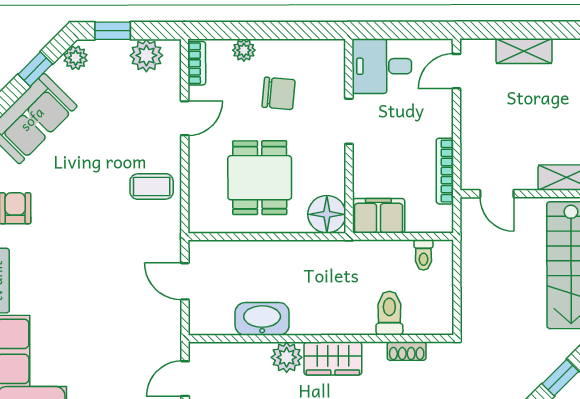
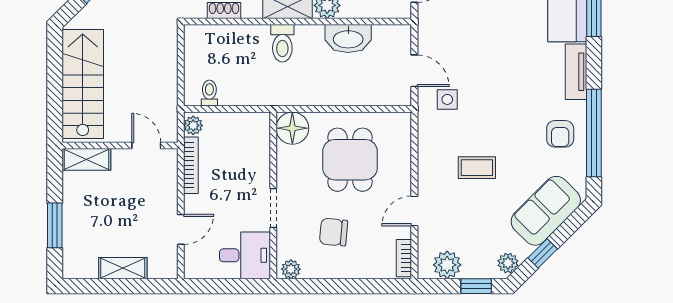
plant: (244, 50) -> (291, 269), moved
door: (456, 71) -> (181, 229), moved
coffee table: (152, 186) -> (477, 168), moved
filing cabinet: (379, 216) -> (248, 127), removed
plant: (442, 217) -> (193, 125), added
side table: (147, 248) -> (447, 99), added
toilet: (389, 313) -> (282, 43), moved

